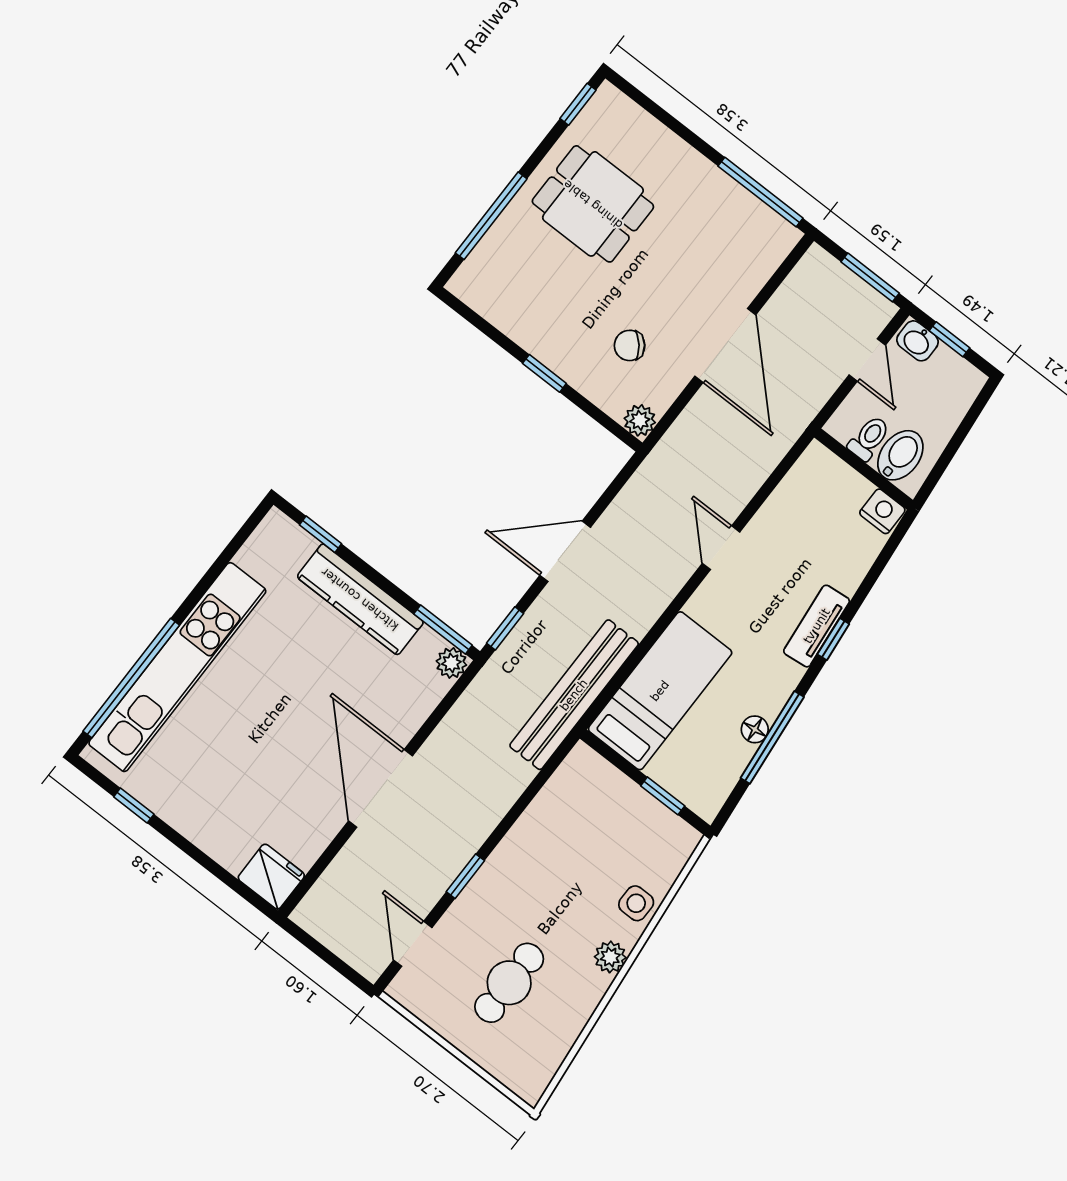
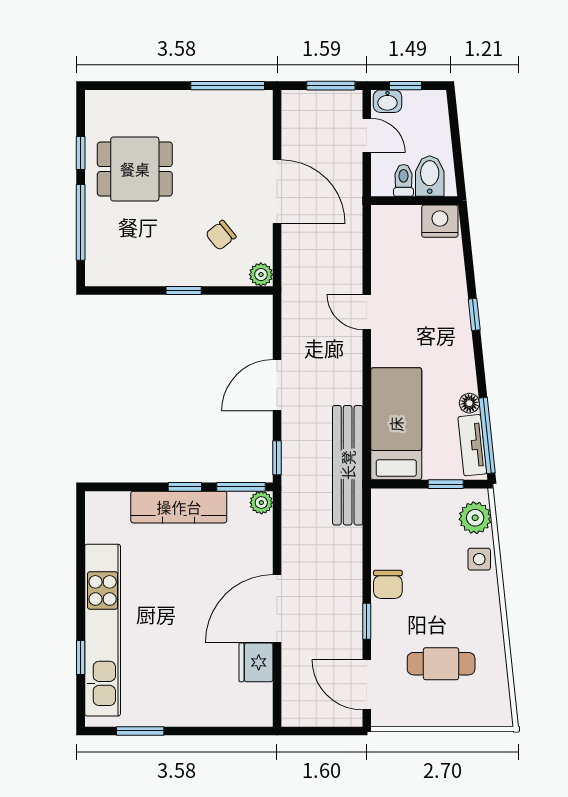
window: (578, 104) -> (81, 153), moved
nightstand: (882, 511) -> (440, 221), width x1.36, depth x1.33
window: (320, 534) -> (185, 487), moved
tv unit: (817, 626) -> (472, 445), moved
window: (131, 678) -> (81, 657), width x0.32
window: (772, 737) -> (487, 435), moved
door: (381, 788) -> (277, 608), hinge flipped
window: (134, 805) -> (140, 731), width x1.50
chair: (518, 855) -> (388, 584), added
fridge: (271, 877) -> (256, 662), moved, turned -90
door: (413, 944) -> (367, 685), width x1.38
plant: (610, 957) -> (475, 518), moved, width x1.38, depth x1.38
cafe table: (509, 983) -> (441, 664), turned 90

